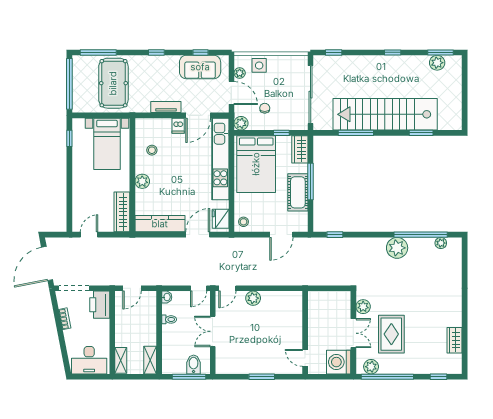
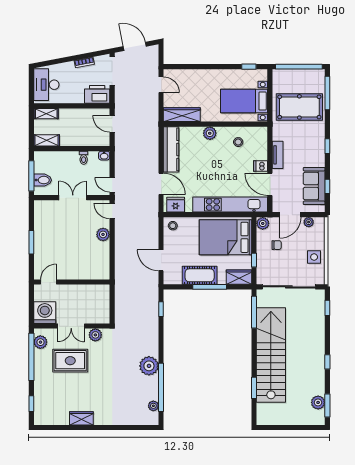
side table: (259, 65) -> (314, 257), moved
window: (356, 133) -> (254, 312), moved
door: (47, 263) -> (135, 46), width x0.73
wardrobe: (454, 340) -> (81, 418), moved

